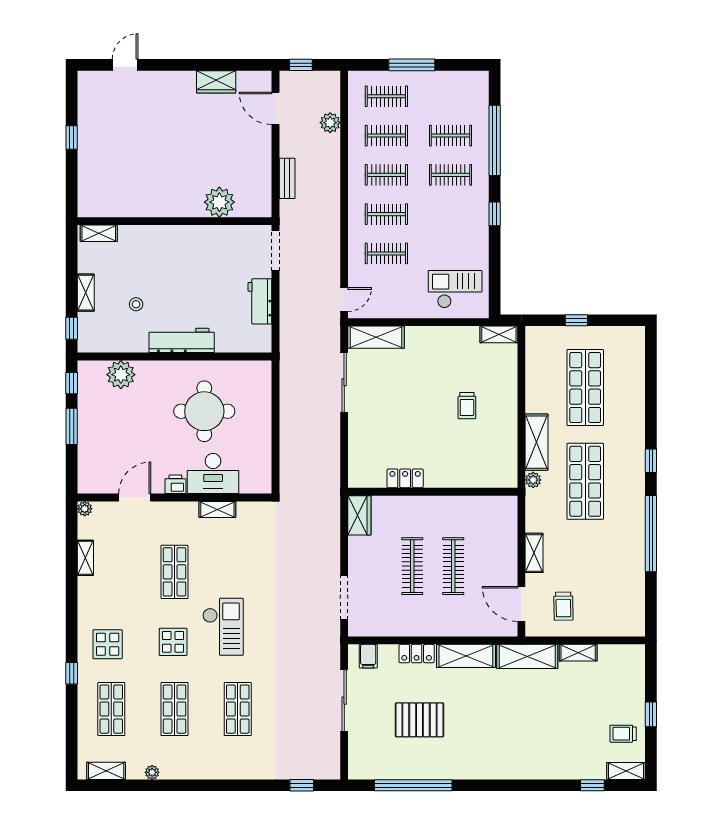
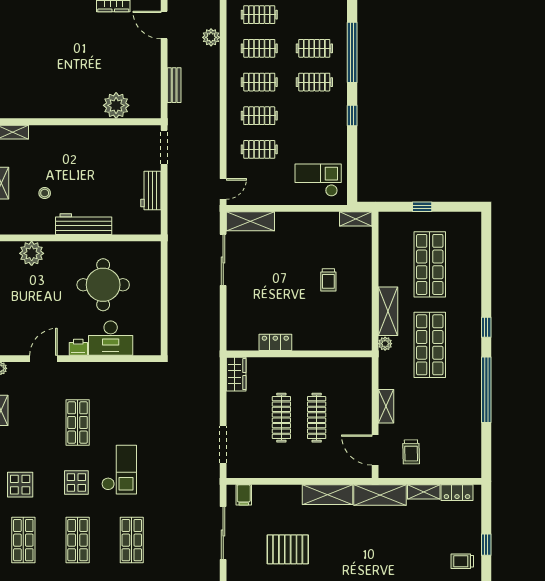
shelving: (217, 509) -> (114, 369), removed
locker: (417, 654) -> (457, 493), moved

